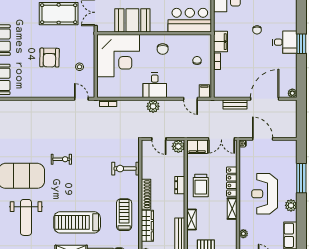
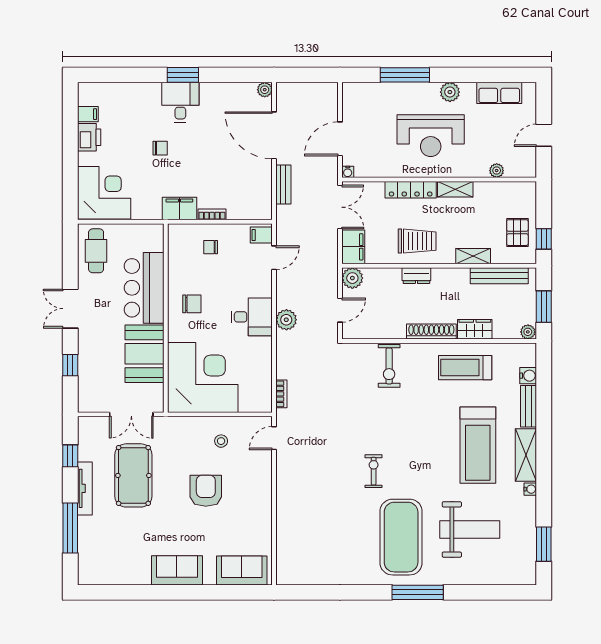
bar counter: (190, 20) -> (144, 288), moved
armchair: (49, 58) -> (206, 491), turned -91
wardrobe: (147, 226) -> (475, 329), width x0.67

